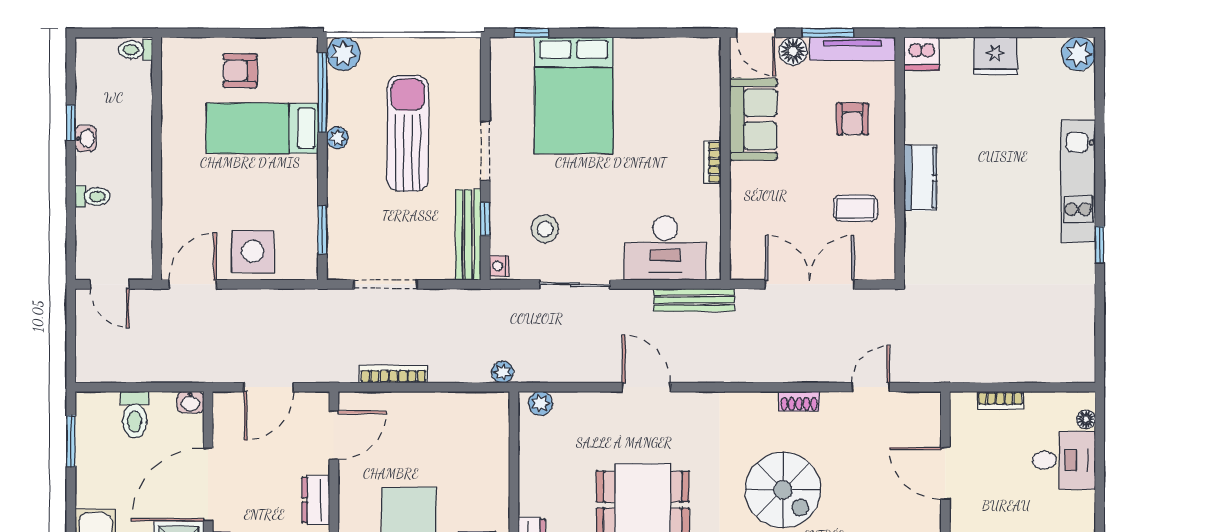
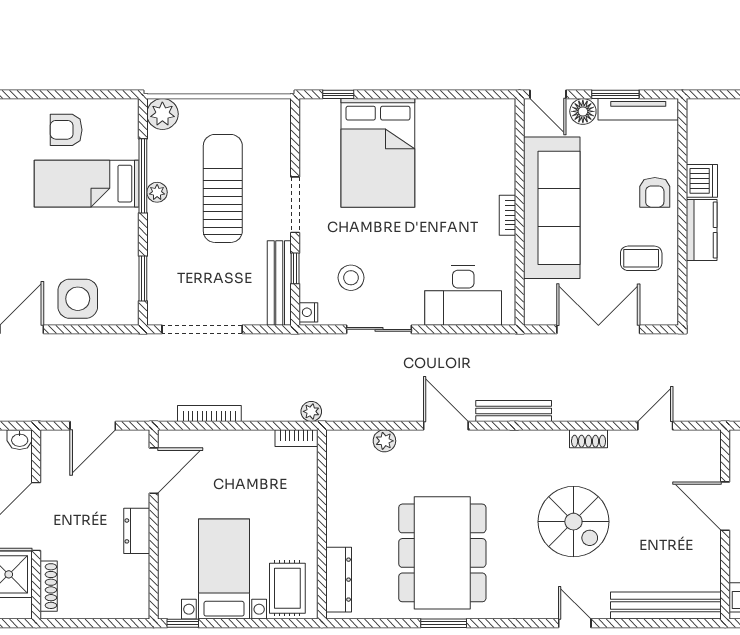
dishwasher: (922, 54) -> (702, 181), moved, turned -90
window: (322, 93) -> (143, 176), moved
sofa: (753, 119) -> (552, 208), width x1.85, depth x1.27
armchair: (852, 119) -> (655, 192), moved
doorway: (386, 284) -> (202, 329), width x1.36
bench: (694, 300) -> (514, 411), moved
bookcase: (487, 401) -> (296, 438), added
plant: (541, 403) -> (384, 441), moved

